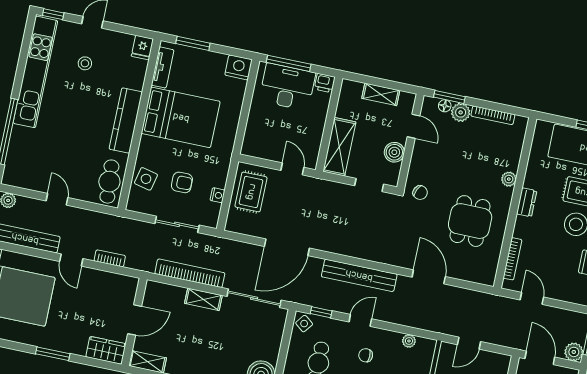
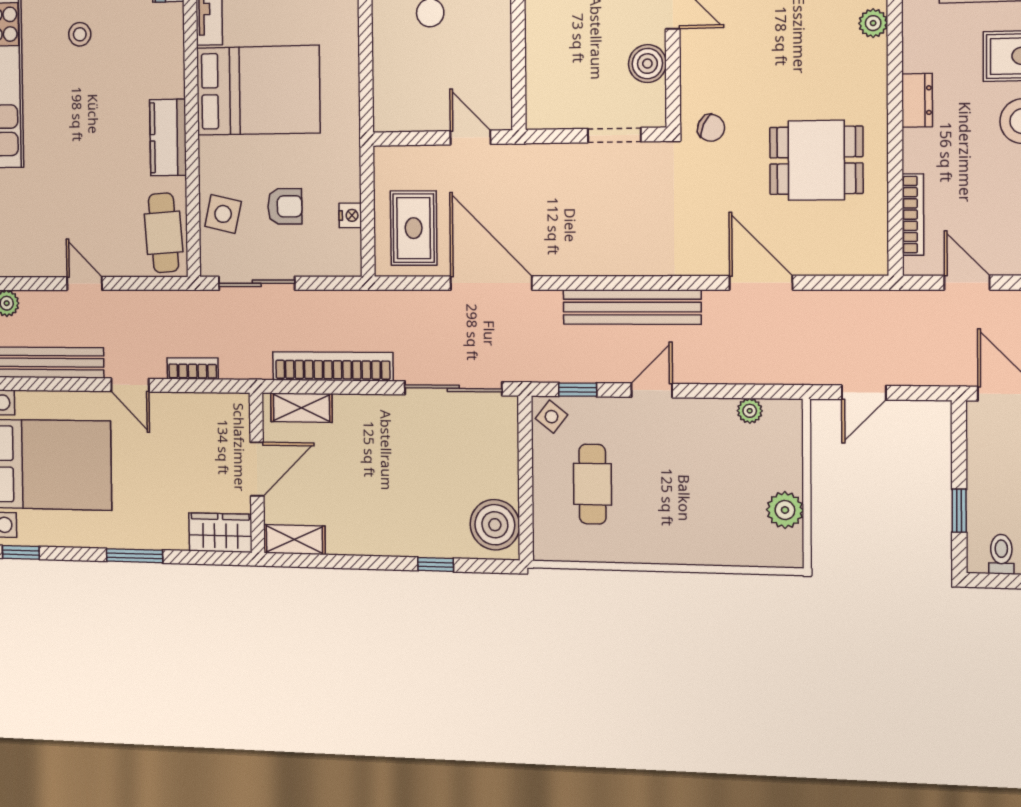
kitchen counter: (126, 121) -> (168, 138), width x0.67
shelving: (339, 147) -> (545, 77), removed
plant: (509, 179) -> (873, 23), moved
rug: (251, 192) -> (414, 228), moved
dining table: (470, 221) -> (816, 160), turned 90
sliding door: (177, 224) -> (257, 283), moved
door: (287, 247) -> (491, 283), swing flipped
shelving: (203, 299) -> (301, 408), moved
chair: (366, 355) -> (675, 453), removed

